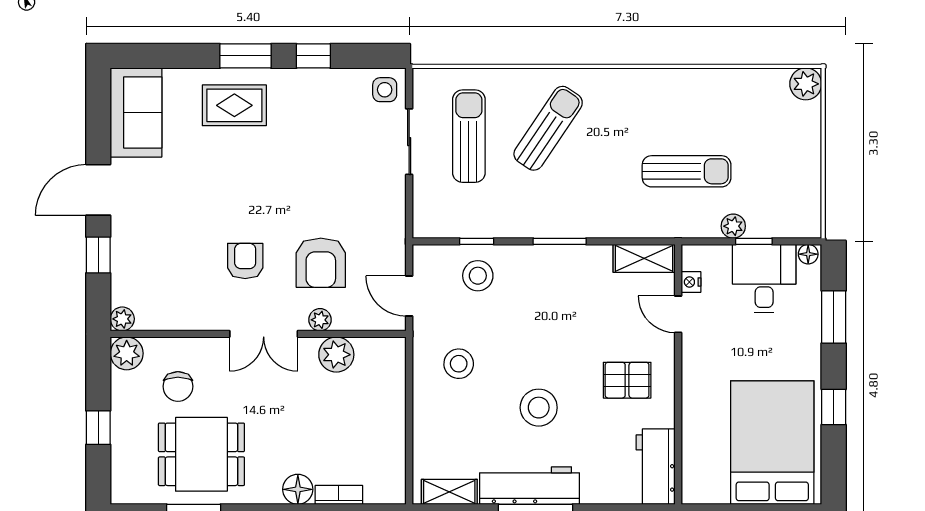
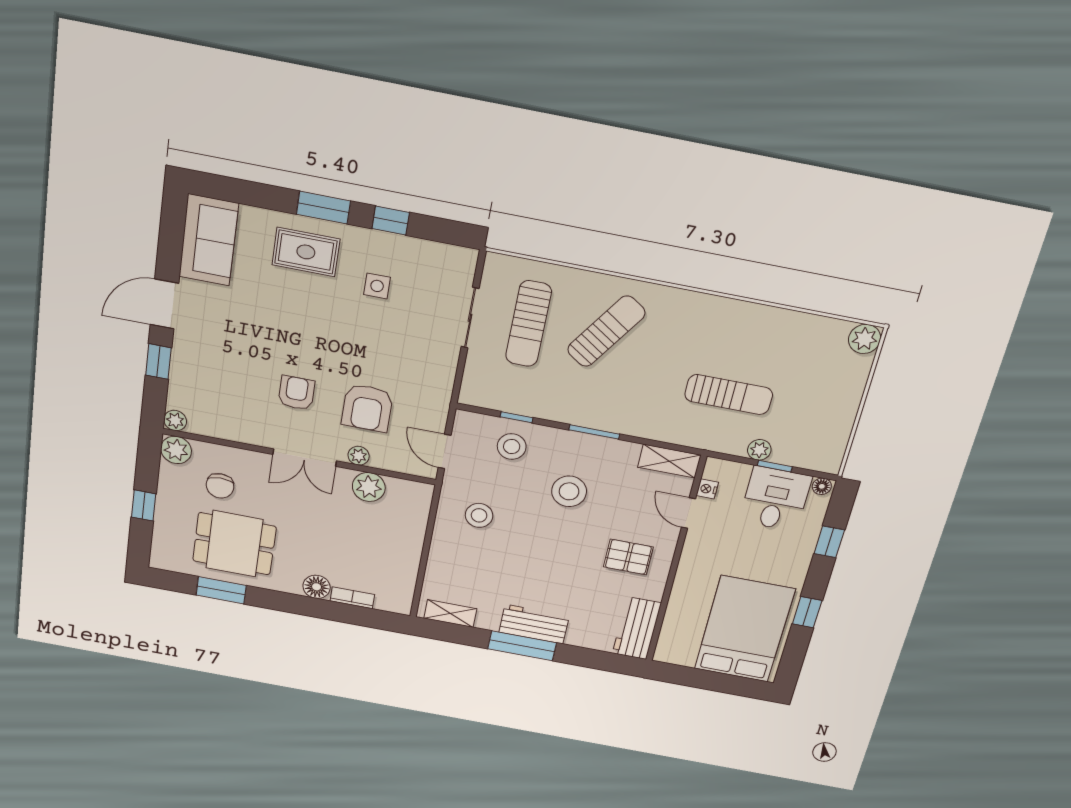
side table: (385, 90) -> (377, 286), moved
sun lounger: (469, 136) -> (529, 324), turned 180
window: (834, 317) -> (829, 542), width x0.67
stool: (539, 408) -> (569, 491), moved
workbench: (529, 486) -> (534, 624), width x0.73

